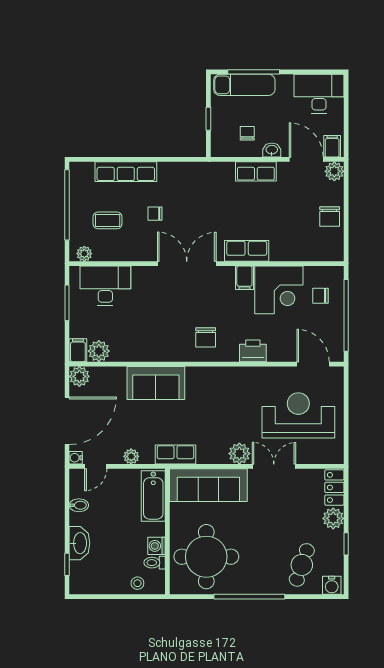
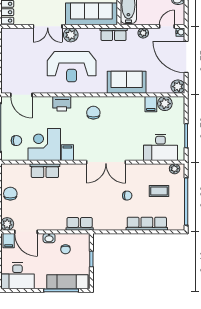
row of seats: (256, 171) -> (80, 224), moved
row of seats: (247, 251) -> (45, 171), moved
filing cabinet: (78, 350) -> (151, 104), moved
reception desk: (298, 415) -> (72, 67), moved
door: (67, 421) -> (186, 57), hinge flipped

